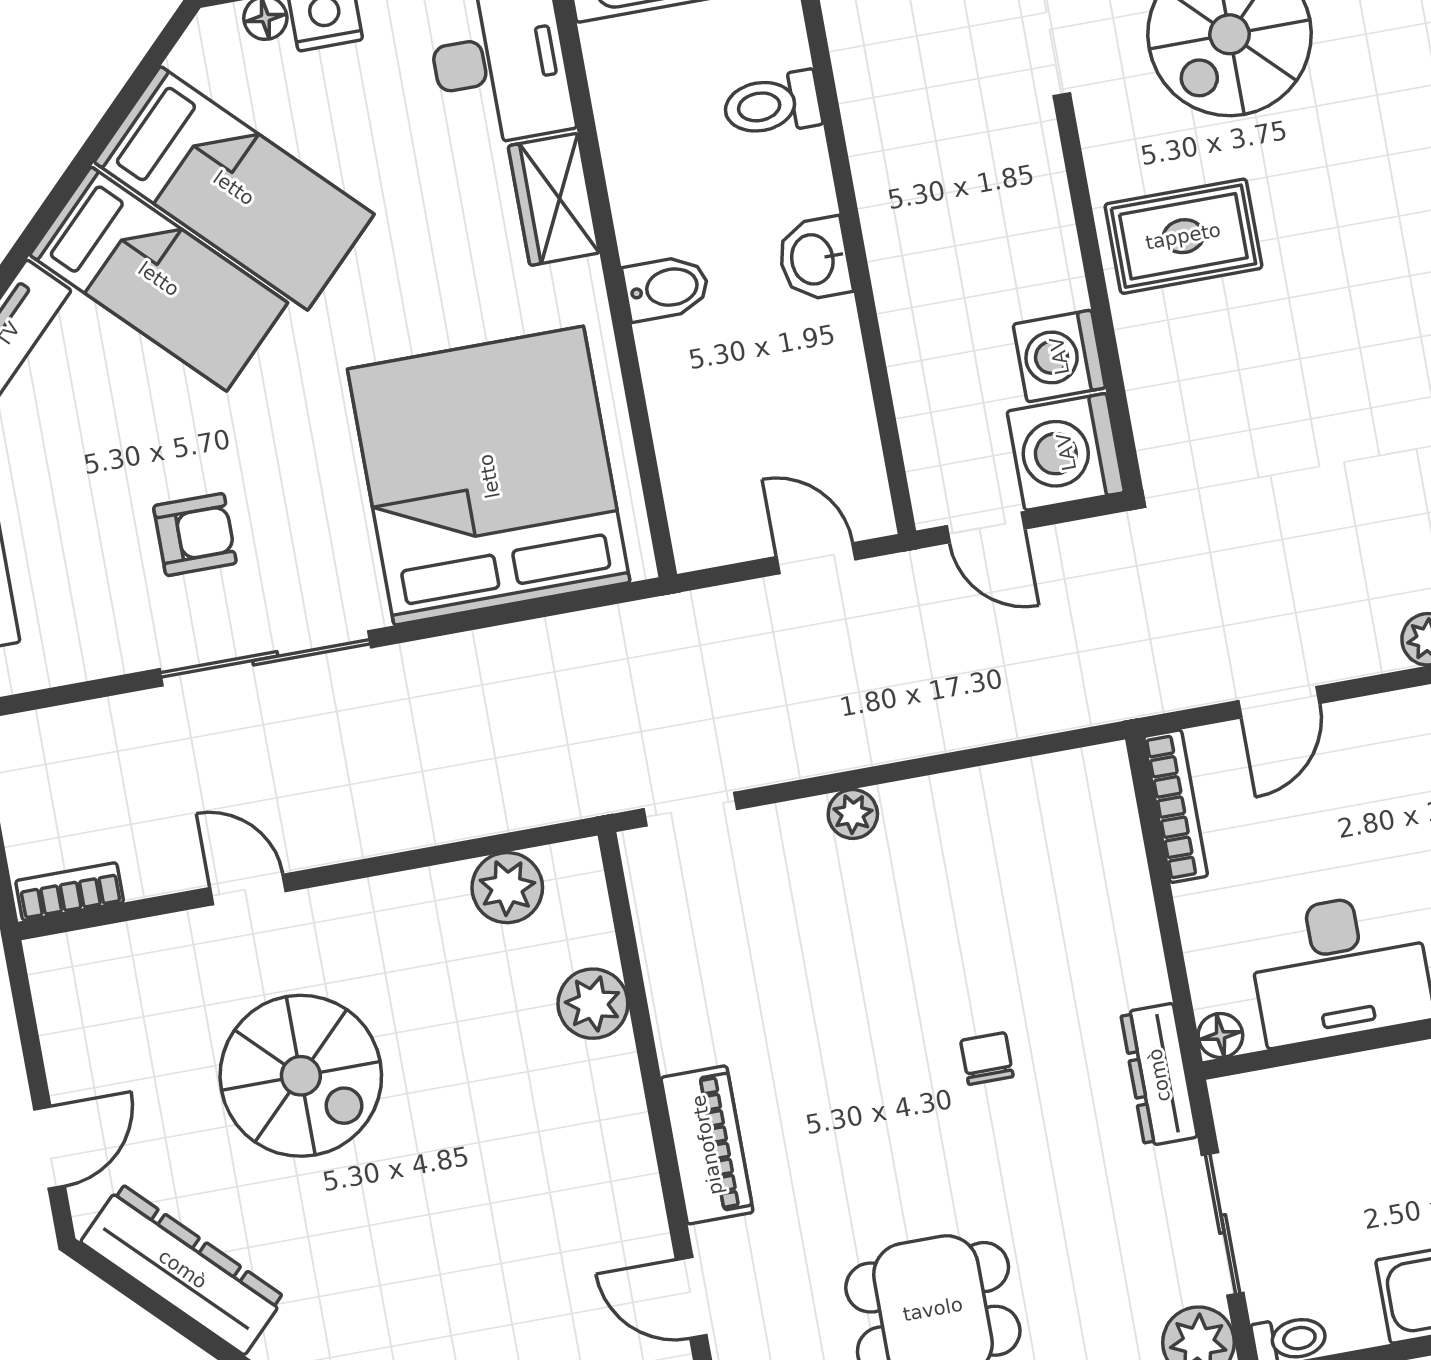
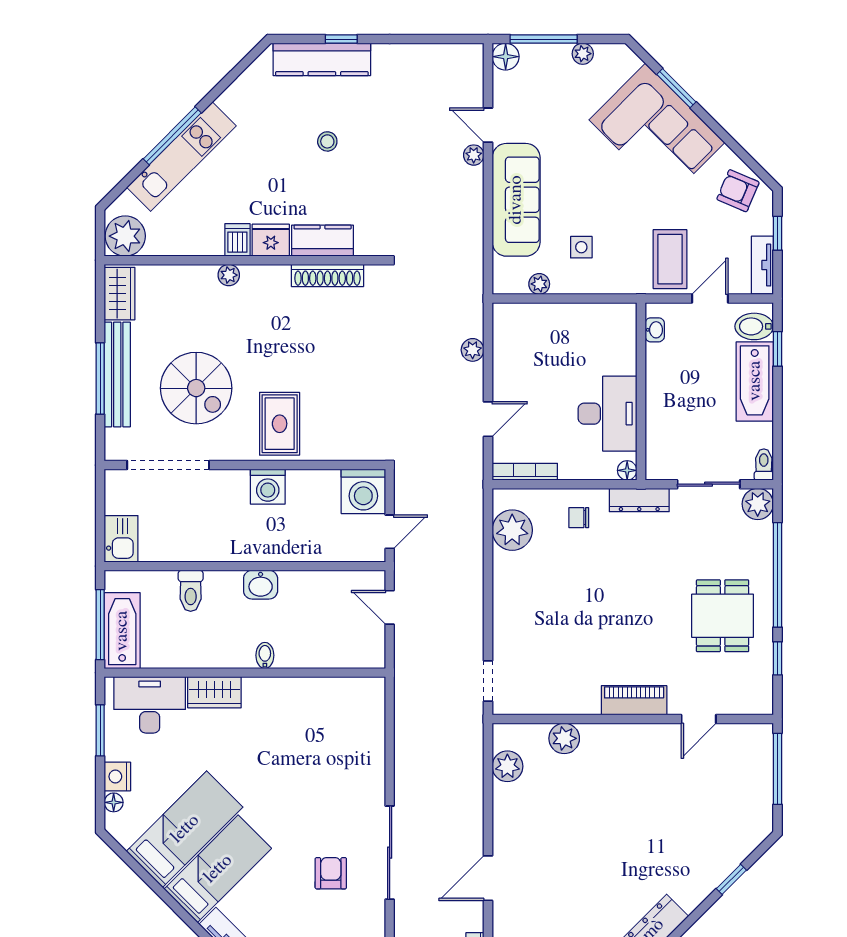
bidet: (666, 288) -> (265, 655), width x0.72, depth x0.74
washing machine: (1059, 356) -> (268, 487), moved
bed: (489, 476) -> (328, 742), removed
door: (816, 558) -> (390, 607), hinge flipped
door: (1279, 702) -> (488, 419), hinge flipped
plant: (853, 814) -> (512, 530), moved, width x1.87, depth x1.87
door: (248, 889) -> (488, 878), width x1.38
chair: (987, 1059) -> (579, 518), moved
spiral stairs: (301, 1076) -> (572, 870), removed

